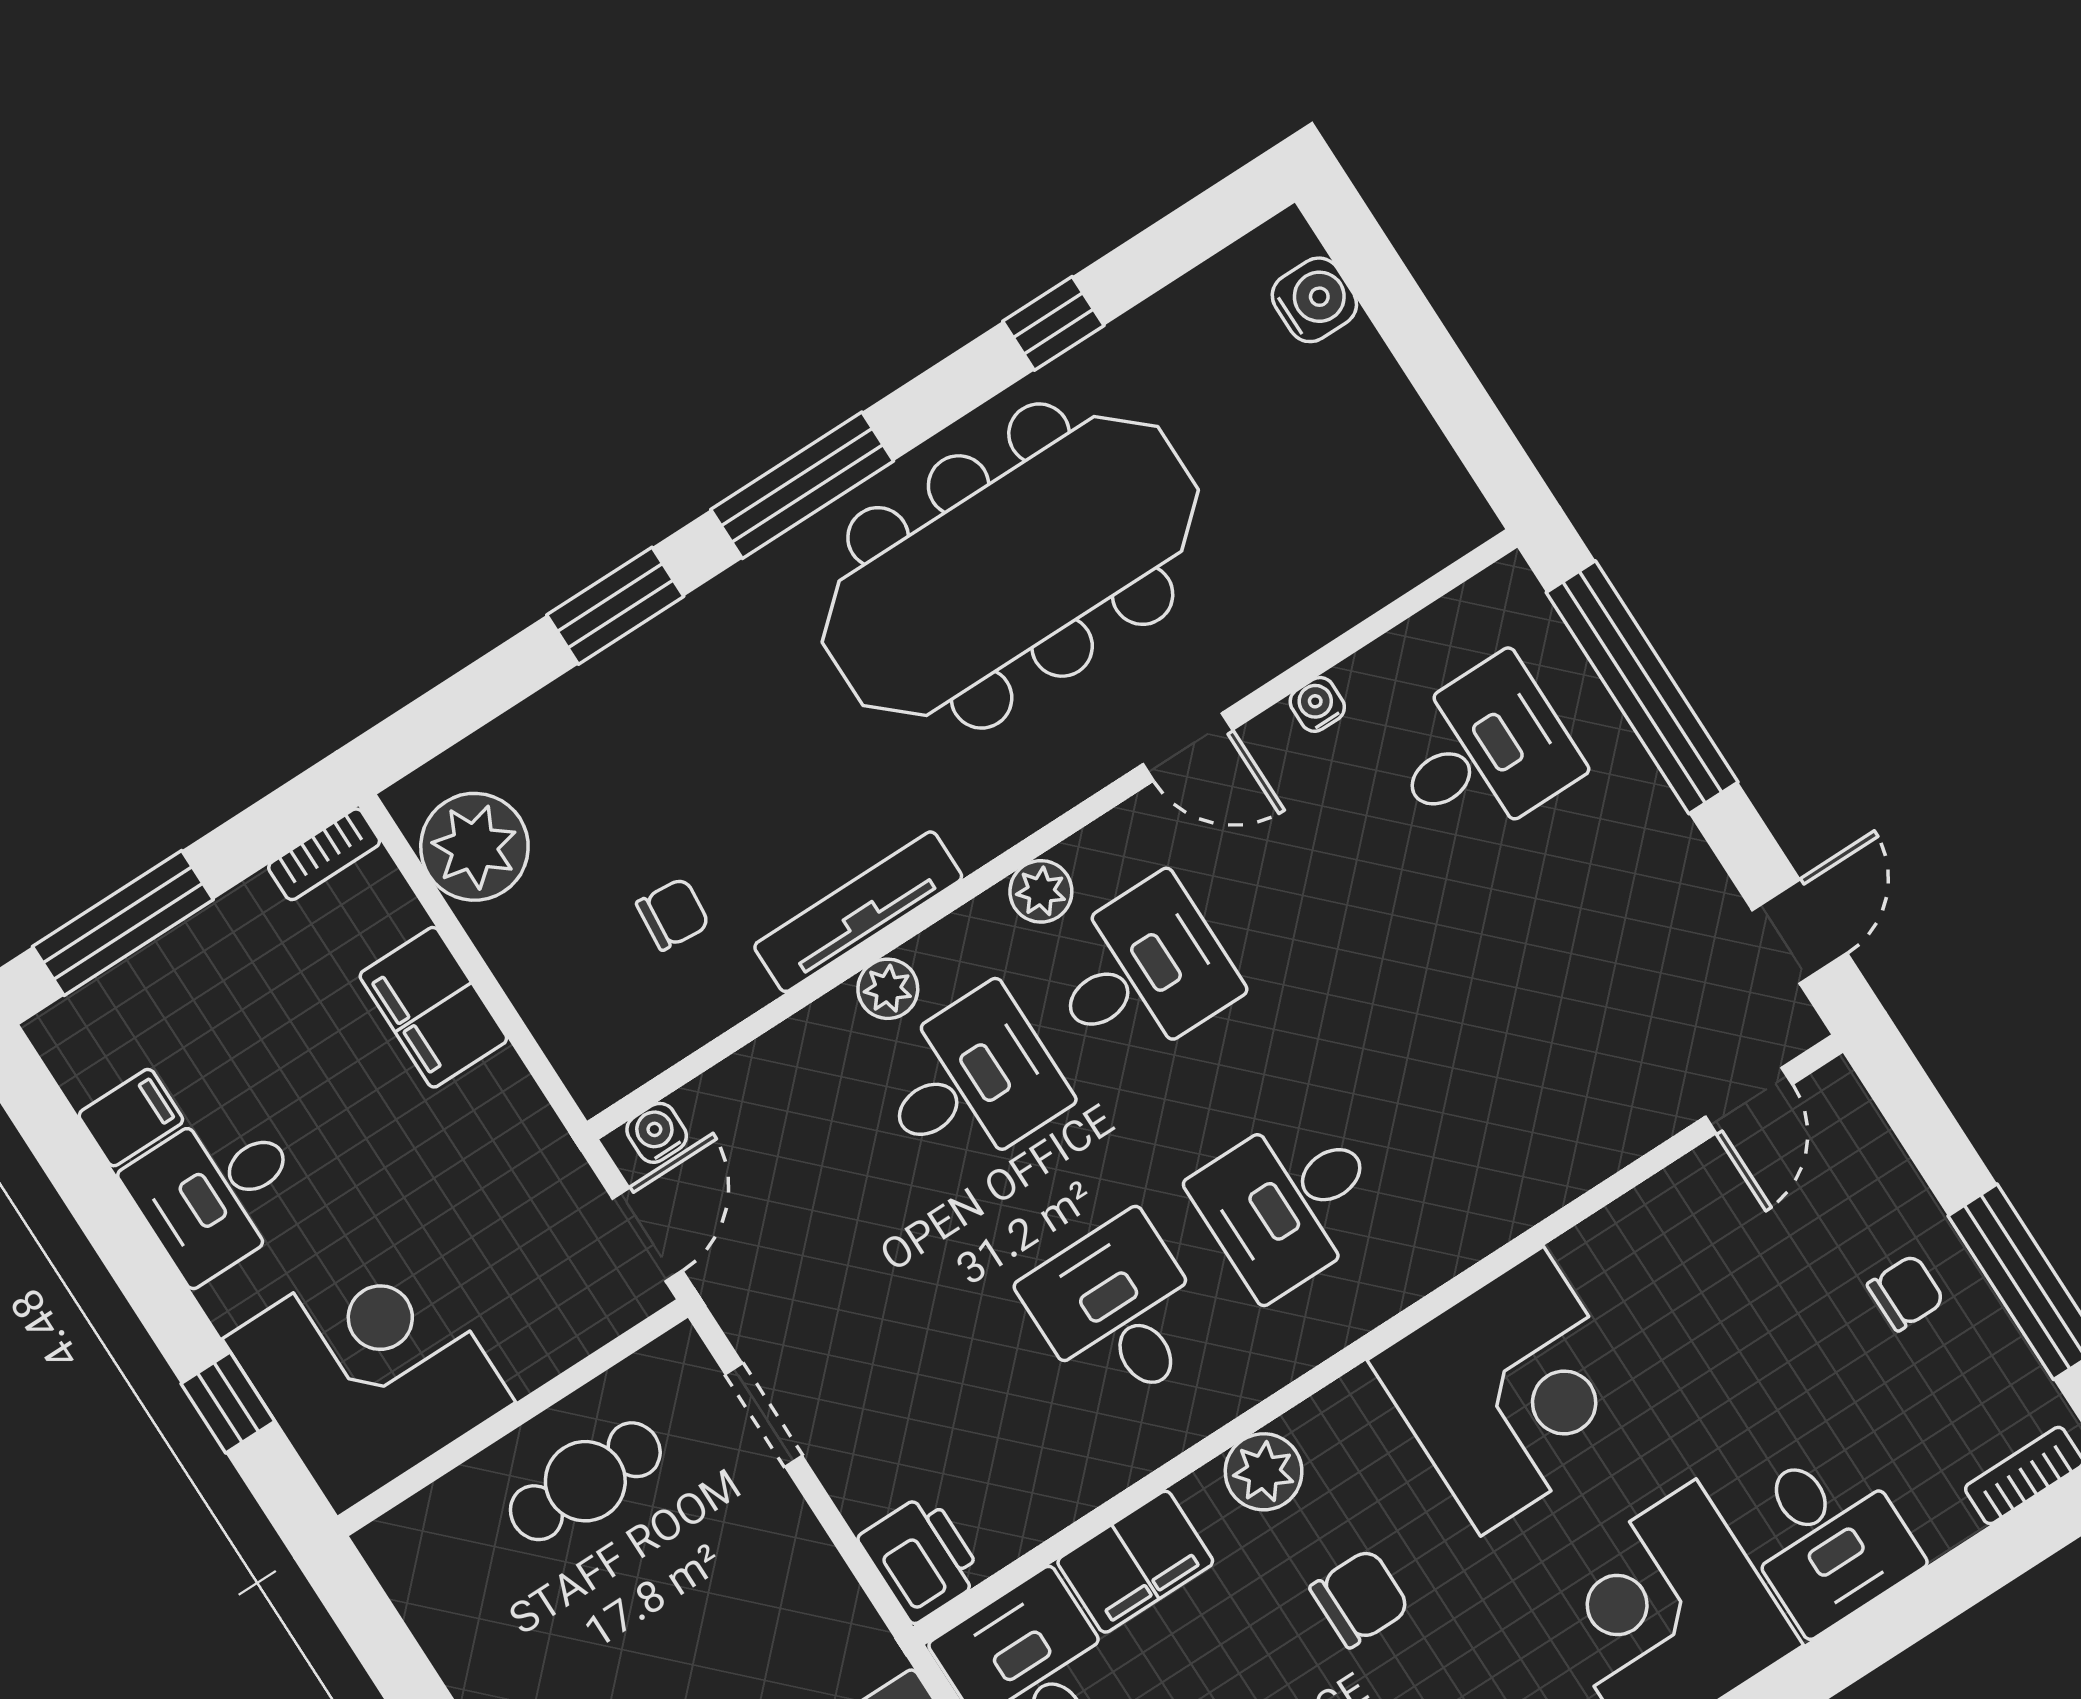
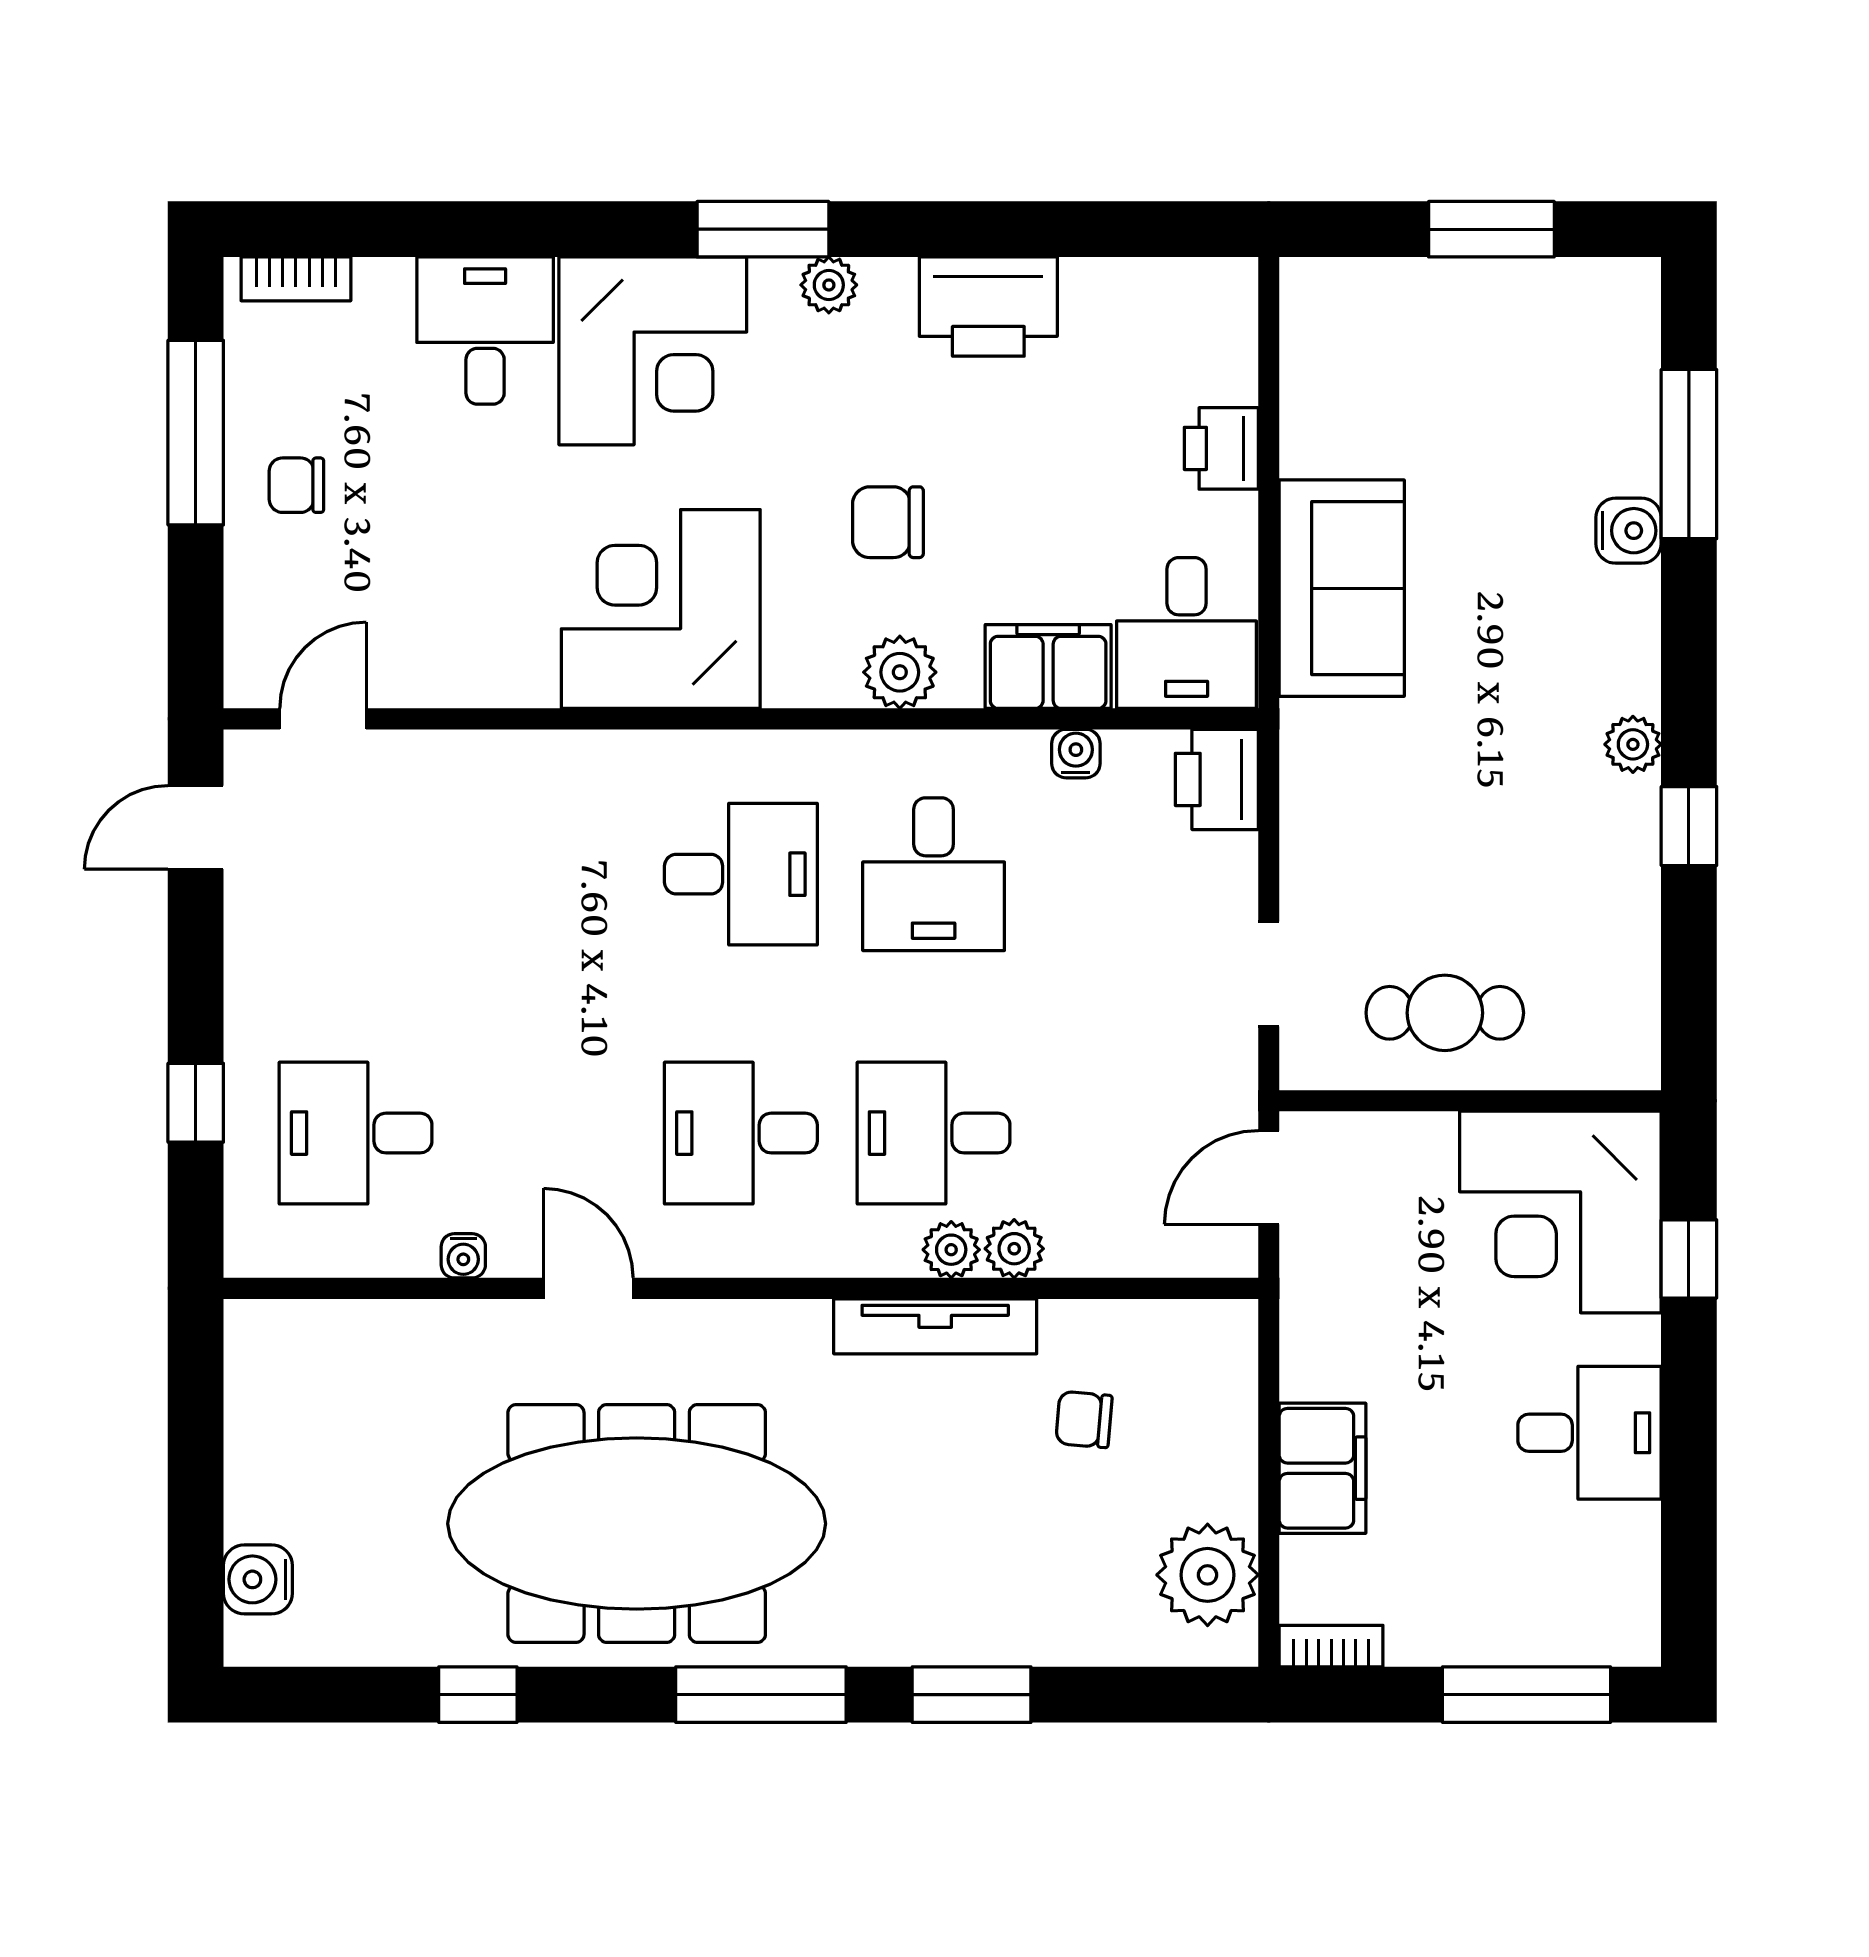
window: (1642, 687) -> (196, 1103), width x0.32
plant: (1041, 891) -> (1014, 1249), moved
filing cabinet: (131, 1118) -> (1620, 1536), removed
water cooler: (657, 1133) -> (1076, 754), moved, turned 180

